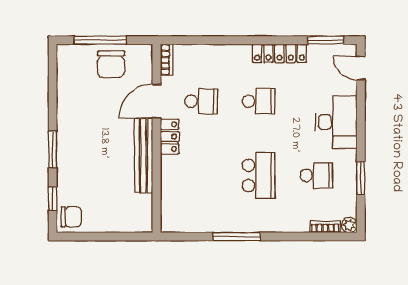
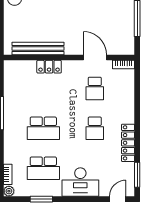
chair: (111, 64) -> (120, 26), removed
locker: (170, 137) -> (49, 67), moved
bench: (143, 156) -> (38, 48), moved
school desk: (316, 175) -> (43, 168), width x1.85

